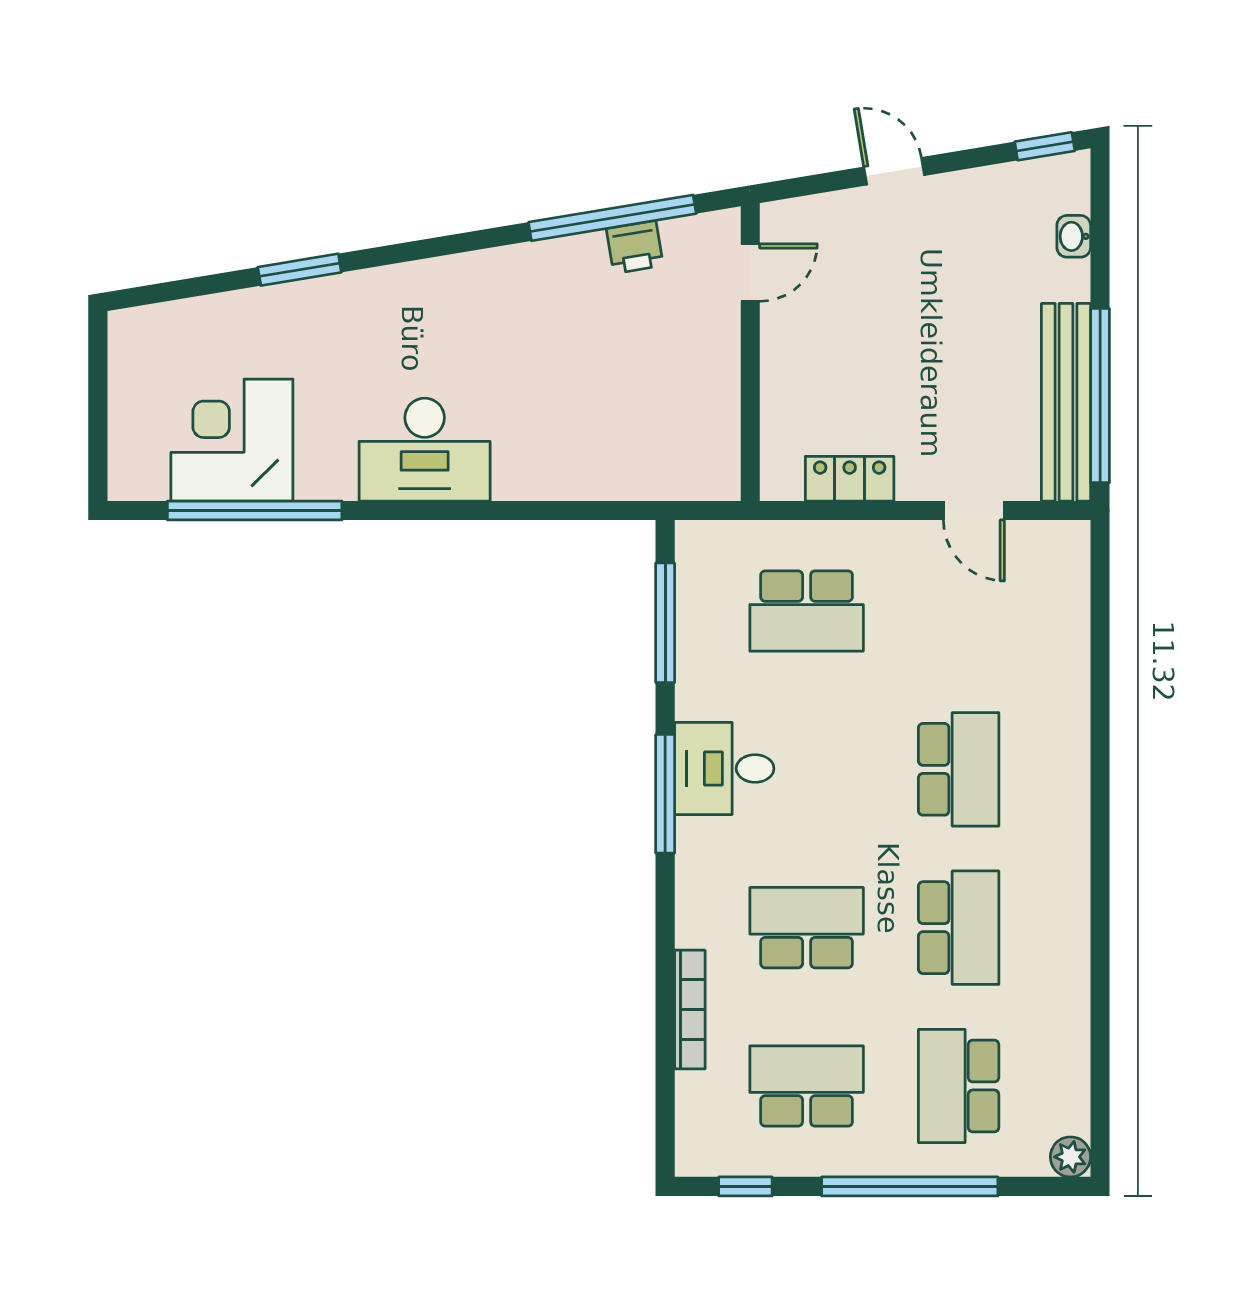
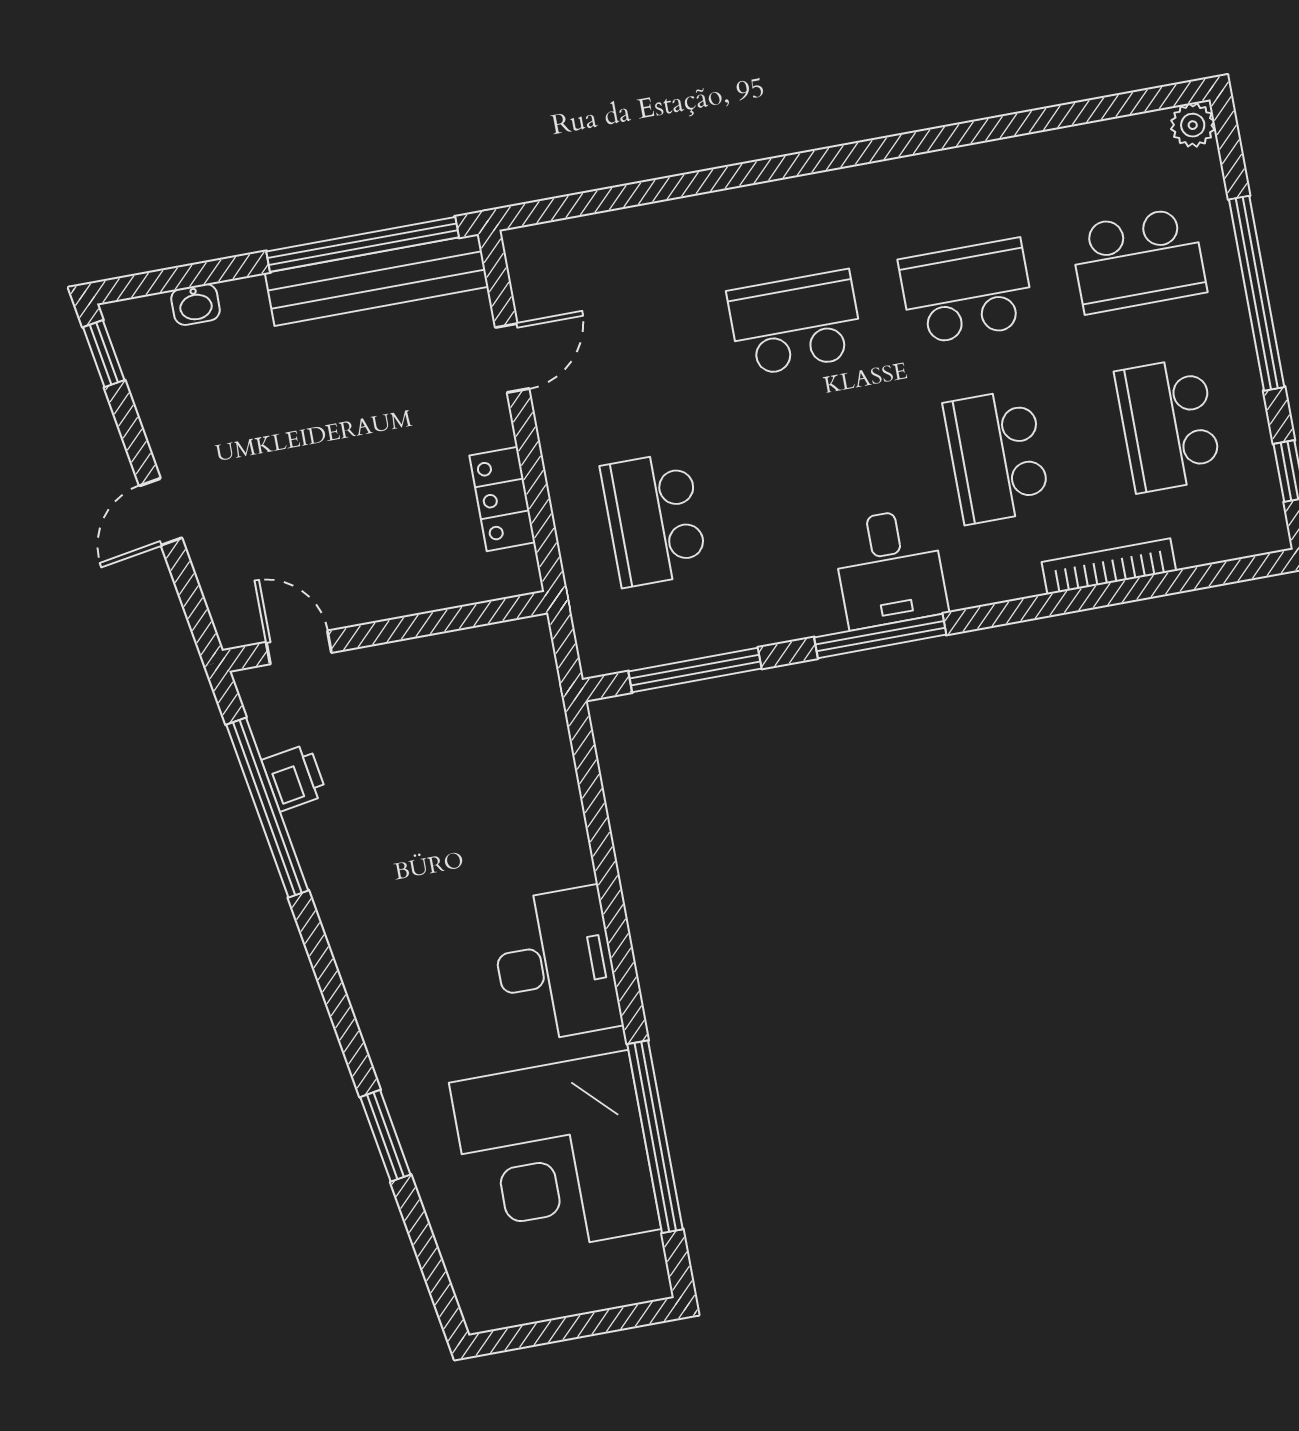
corner desk: (232, 440) -> (555, 1156), width x1.36, depth x1.36
school desk: (807, 611) -> (654, 519), turned 180
desk: (724, 768) -> (890, 568), moved

